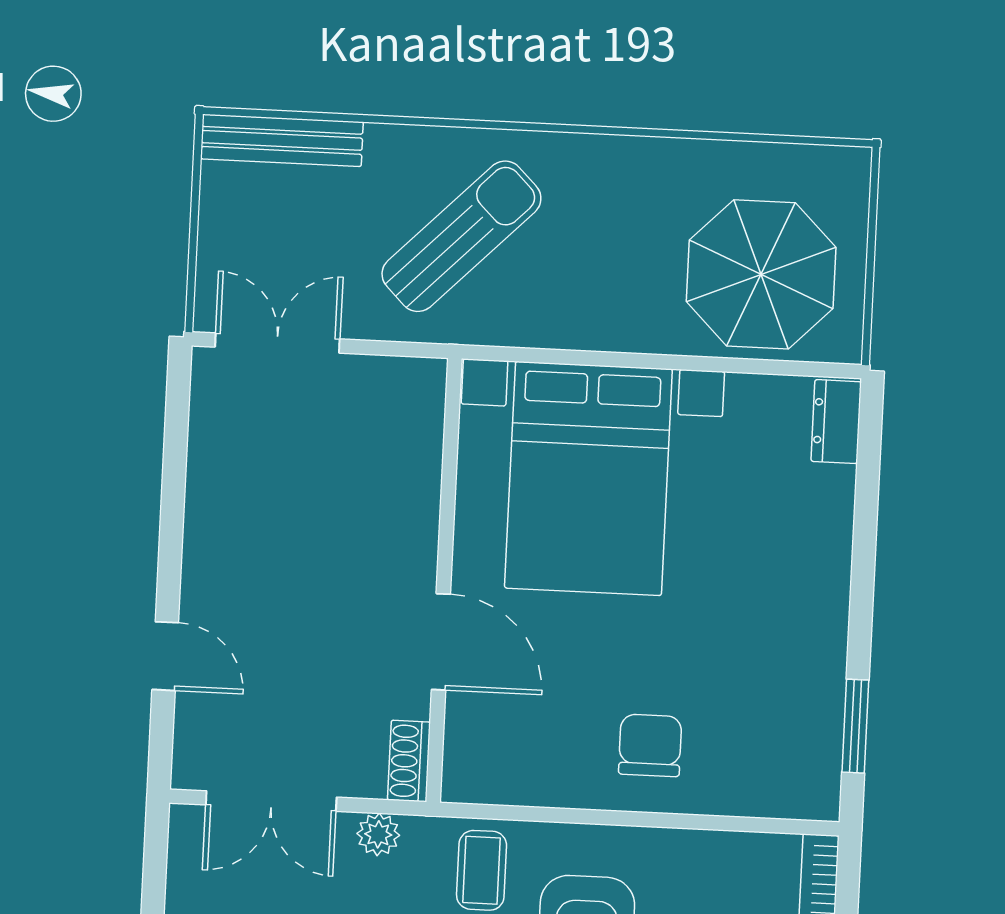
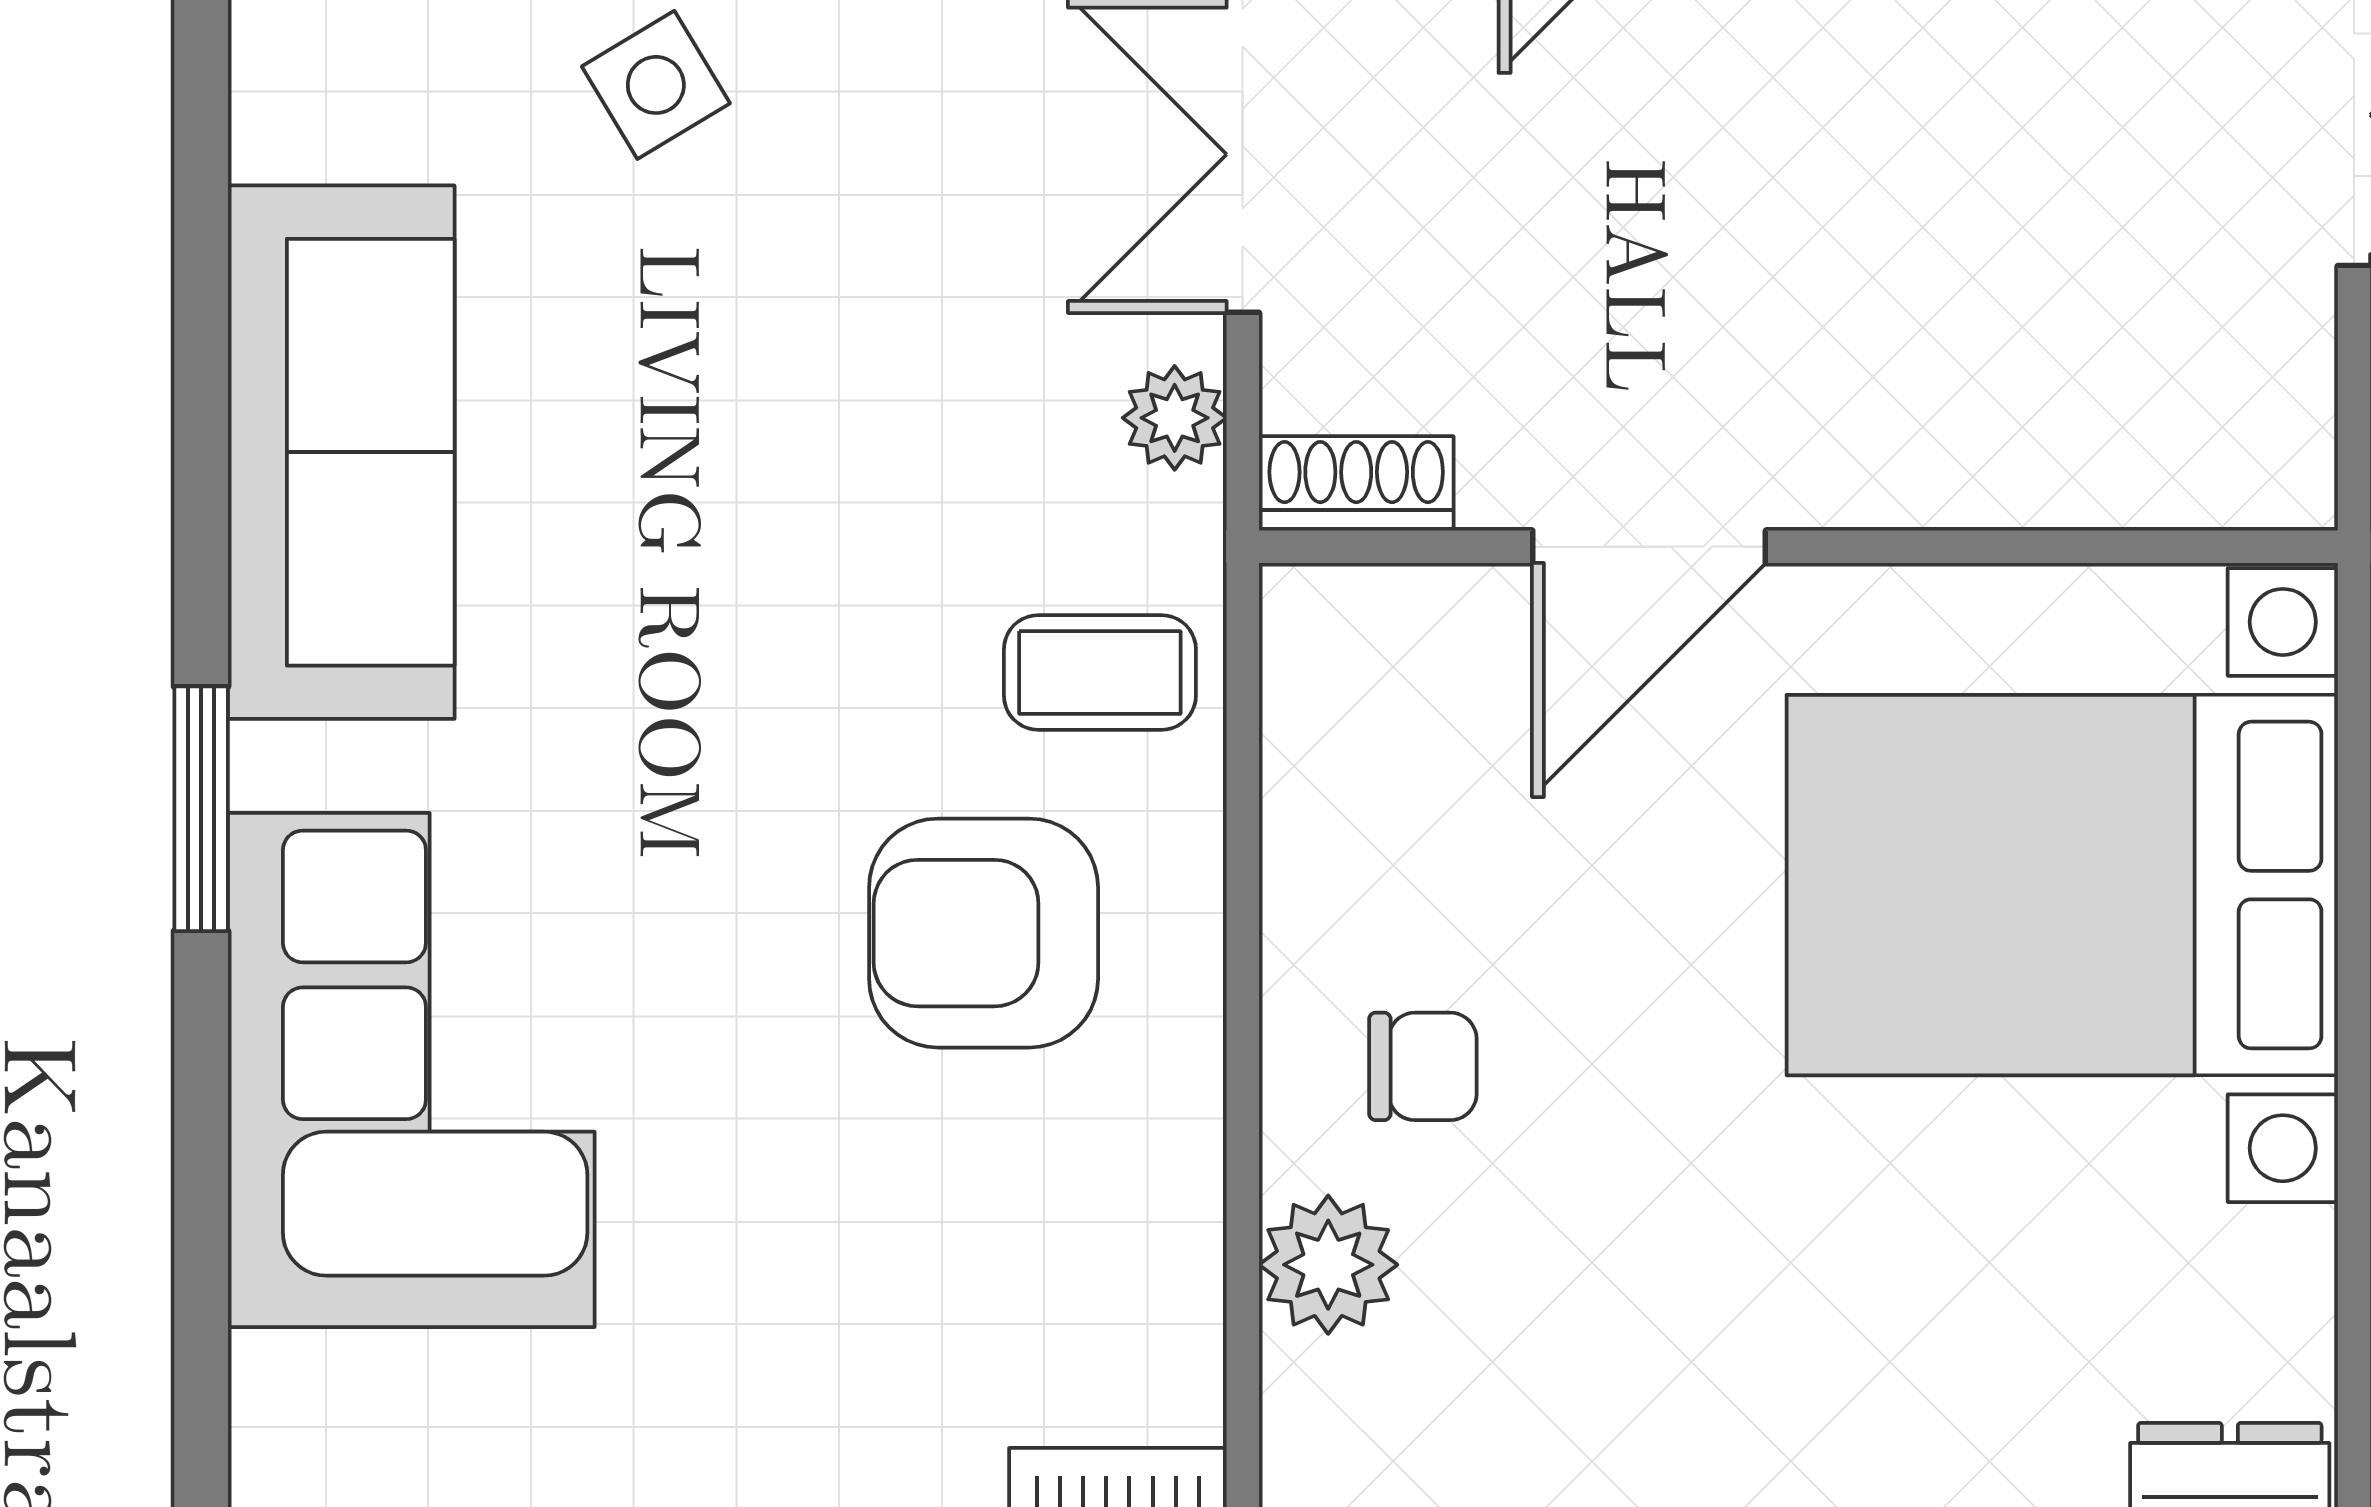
chair: (650, 745) -> (1423, 1066), width x0.73, depth x0.73
plant: (730, 788) -> (1328, 1265), added

